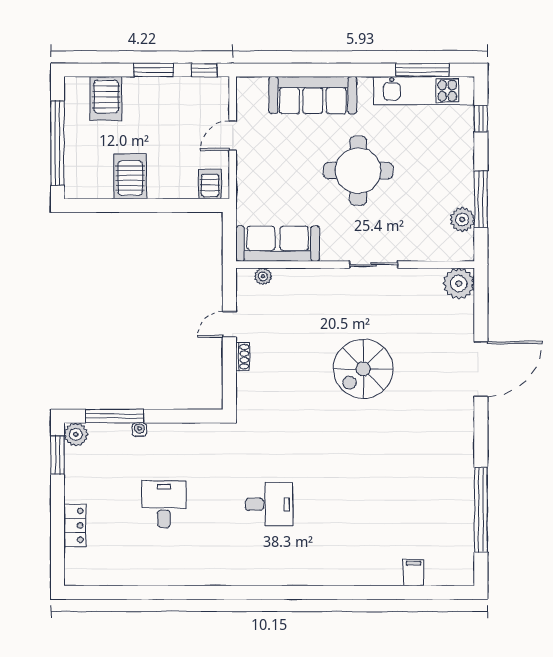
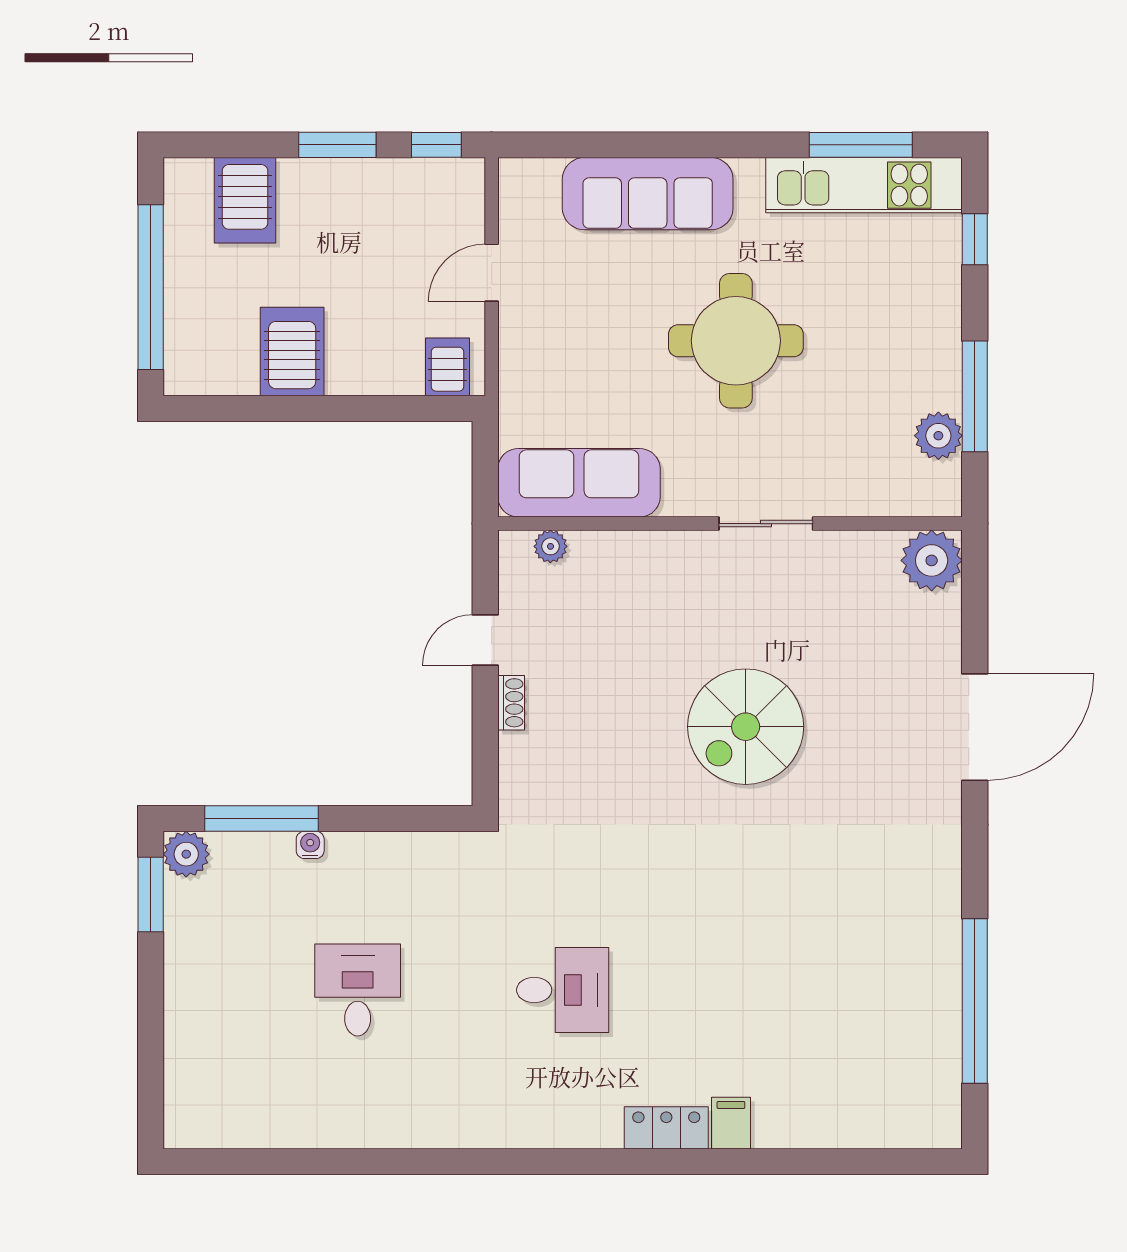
locker: (75, 525) -> (666, 1128), moved, turned -90
filing cabinet: (414, 573) -> (731, 1123), moved

